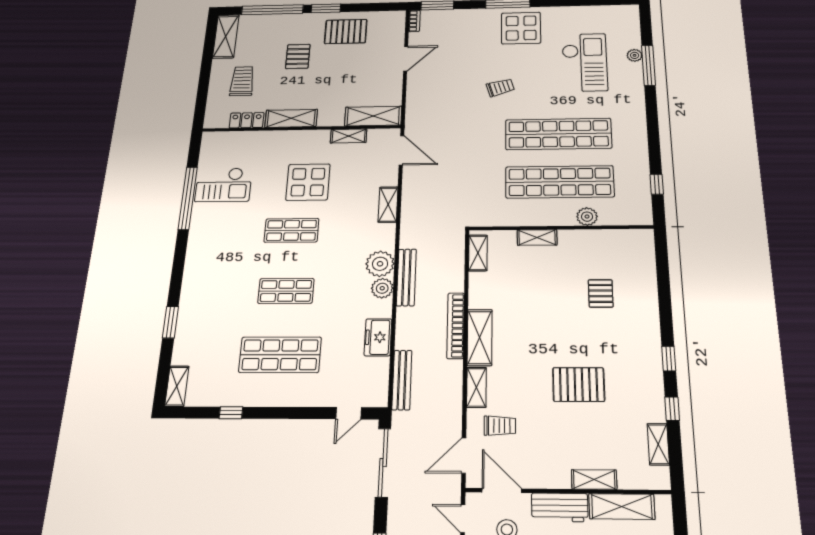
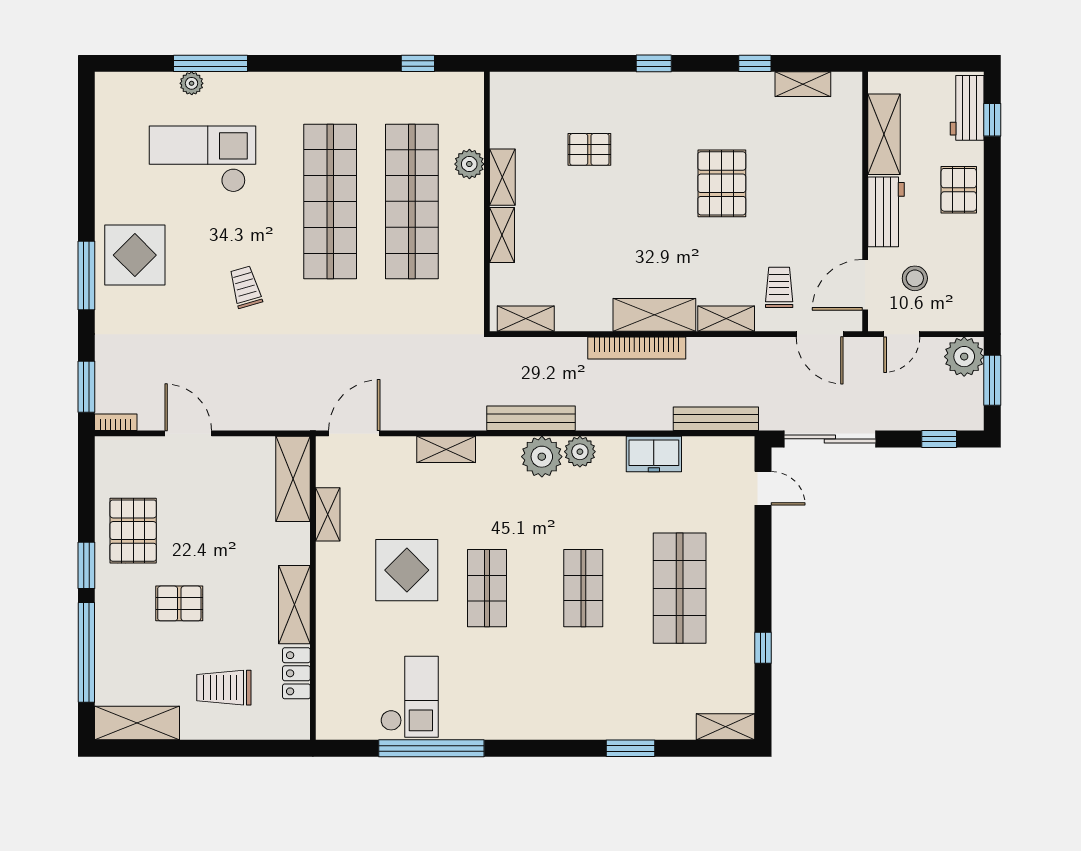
bench: (406, 277) -> (531, 418), moved
window: (669, 359) -> (654, 63), moved
shelving: (594, 479) -> (502, 177), moved

